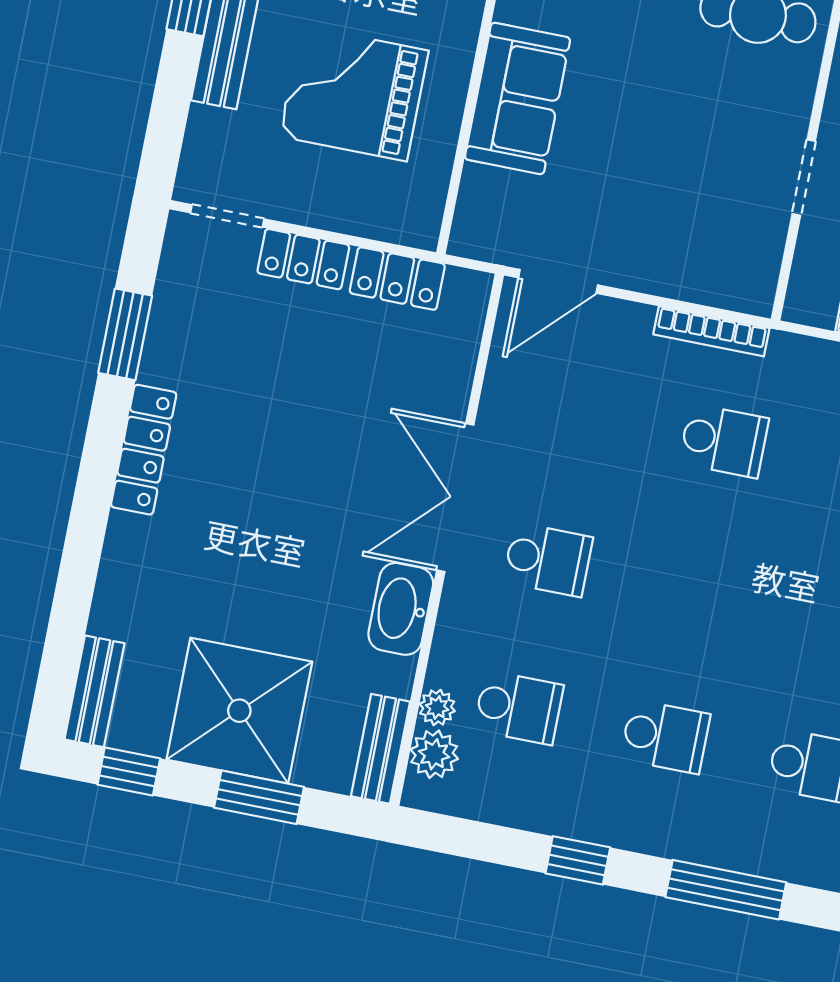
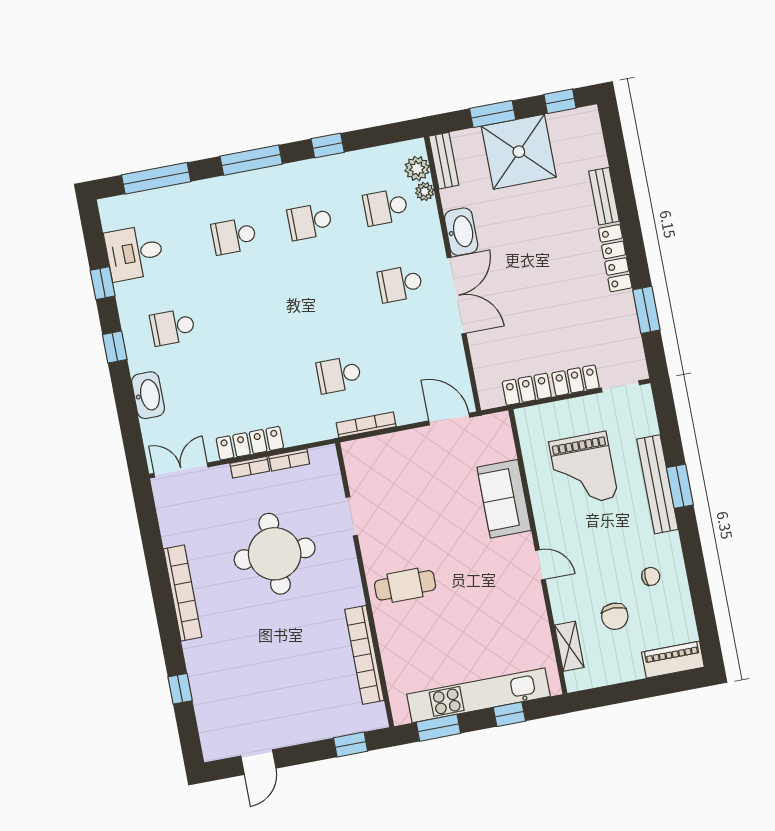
grand piano: (354, 93) -> (583, 470), turned 90
door: (558, 281) -> (449, 419), hinge flipped
bench: (94, 691) -> (604, 196), moved

